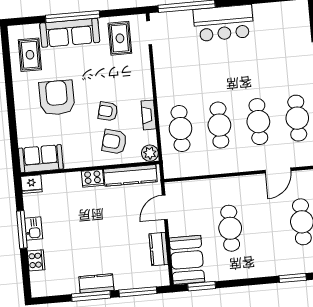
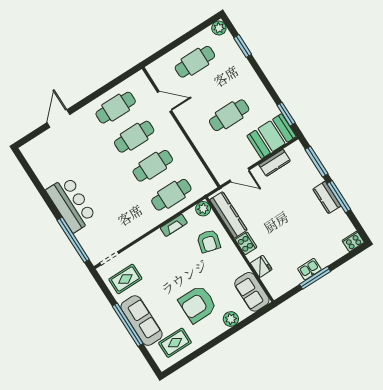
armchair: (108, 111) -> (187, 259), removed
plant: (24, 123) -> (231, 319), added
fridge: (31, 184) -> (261, 266), moved
cooker: (36, 260) -> (353, 241), moved

